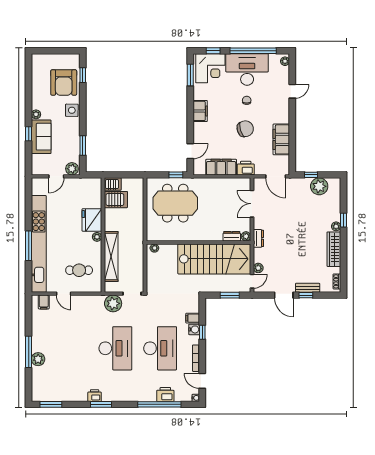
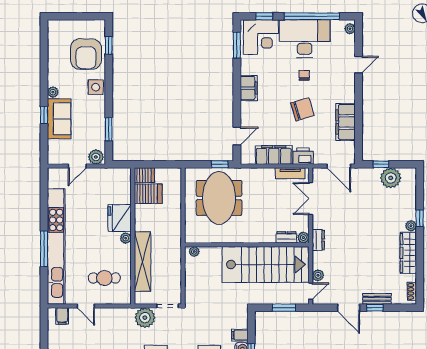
tv unit: (235, 182) -> (290, 173), added
meeting table: (175, 203) -> (219, 198), turned 90

